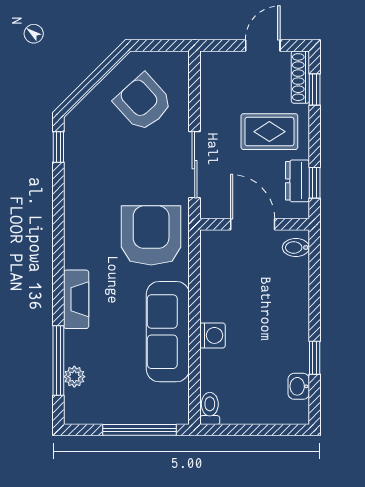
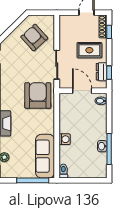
sofa: (168, 332) -> (45, 156), moved
window: (315, 358) -> (109, 149), width x2.17
washbasin: (299, 386) -> (102, 146), moved

